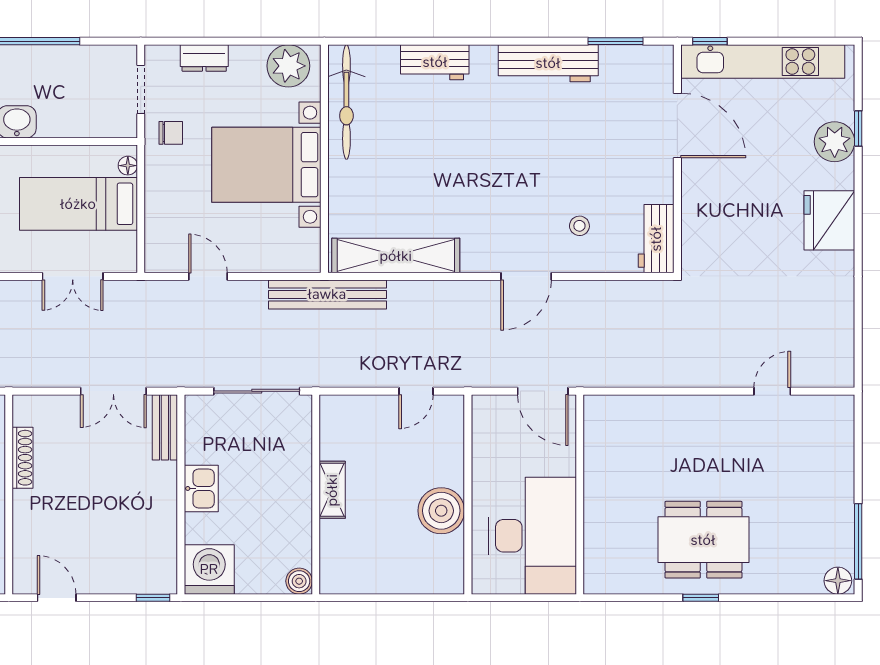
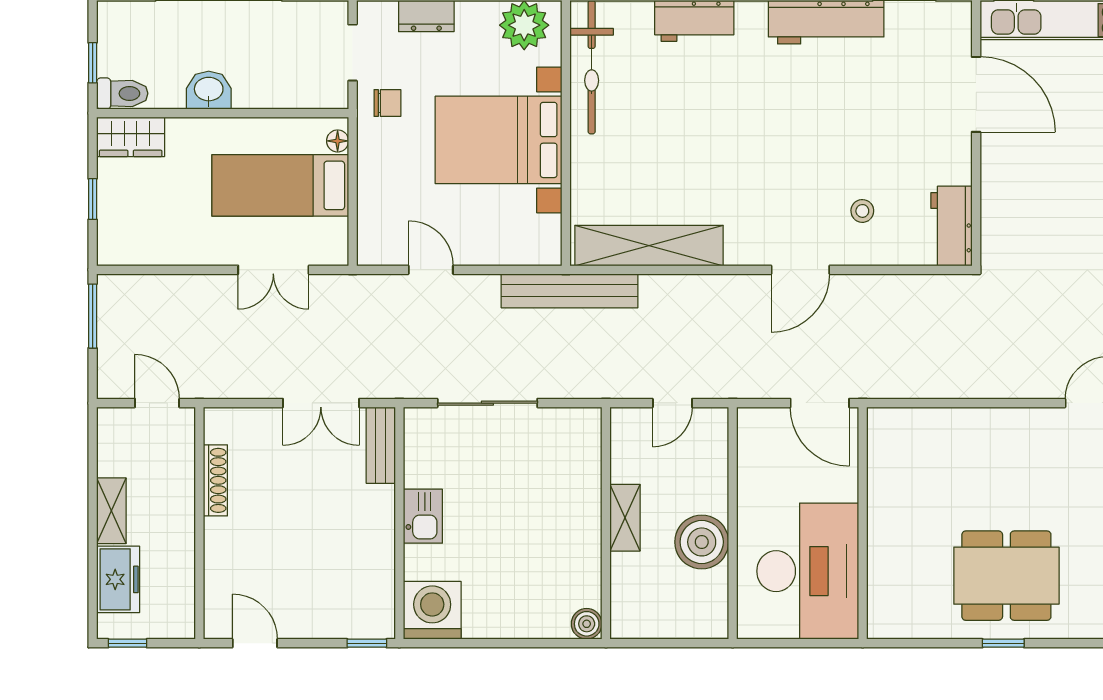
shelving: (332, 490) -> (625, 518), moved
wall: (316, 494) -> (606, 523), moved
boiler: (299, 581) -> (587, 624), moved

